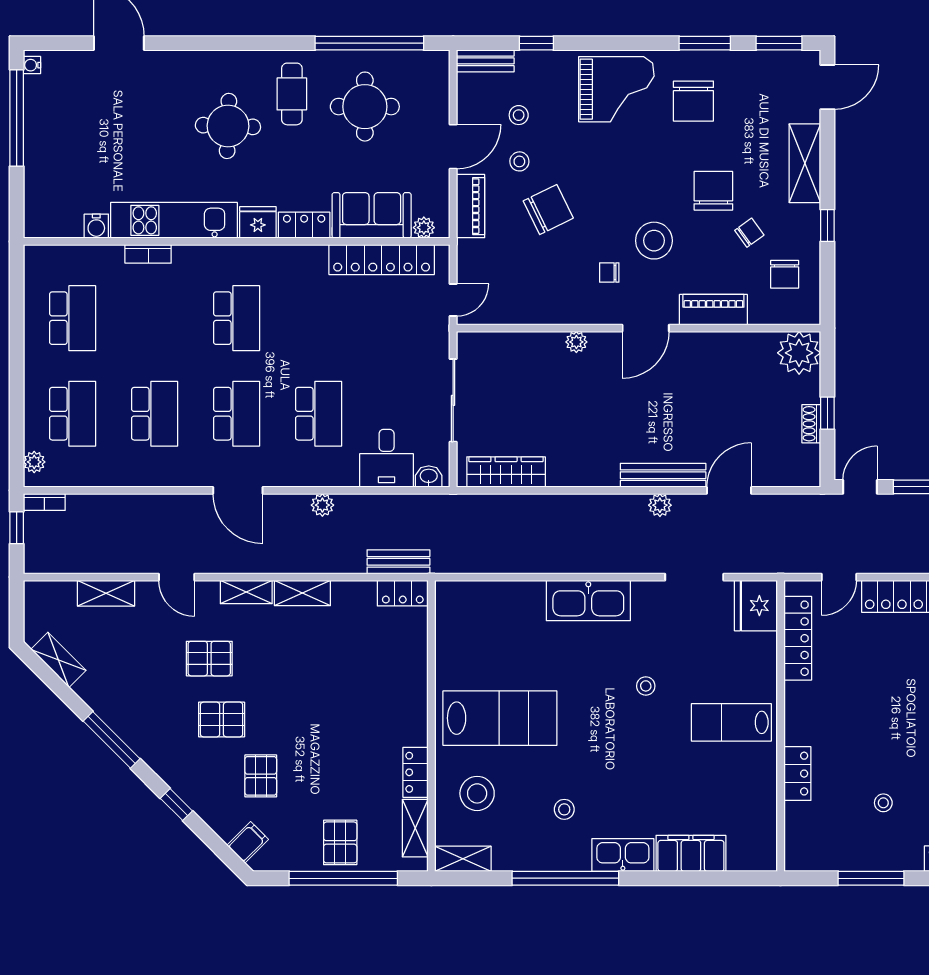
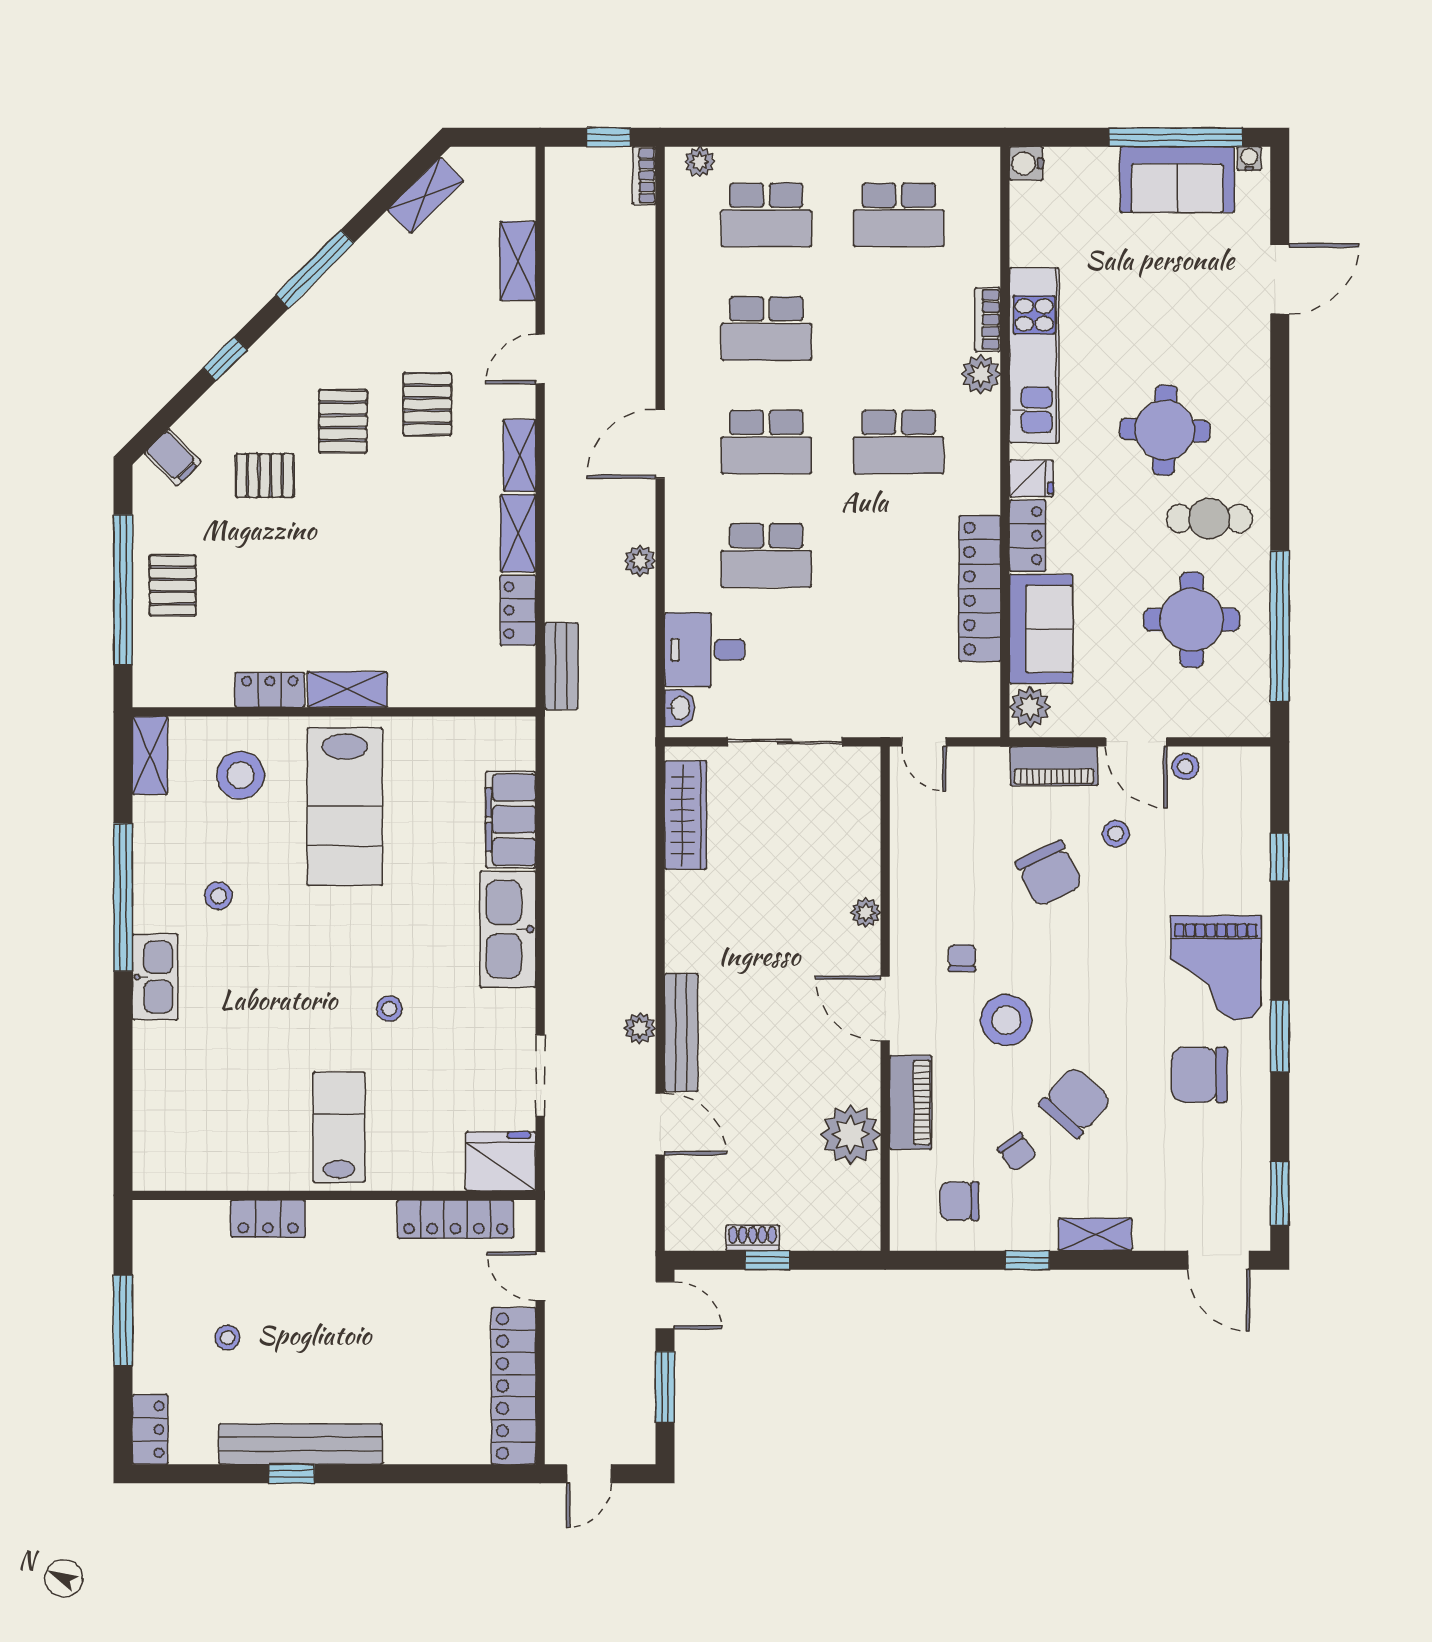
window: (705, 43) -> (1280, 1036), moved
bench: (485, 61) -> (1255, 786), removed
stool: (519, 115) -> (1185, 767), moved
sofa: (47, 117) -> (1177, 180), added
shelving: (805, 163) -> (1095, 1234), width x0.67, depth x0.75
chair: (713, 191) -> (1075, 1102), turned -48
fridge: (258, 222) -> (1031, 478), width x0.72
water cooler: (96, 226) -> (1026, 163), moved
plant: (424, 228) -> (1030, 707), width x1.38, depth x1.38
plant: (188, 259) -> (981, 374), added
locker: (382, 260) -> (980, 589), moved
plant: (799, 353) -> (851, 1134), moved
locker: (403, 593) -> (518, 610), moved
shelving: (415, 828) -> (347, 689), moved
pallet: (340, 842) -> (173, 585), turned 90
filing cabinet: (691, 853) -> (511, 820), moved, turned 180

